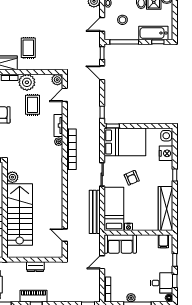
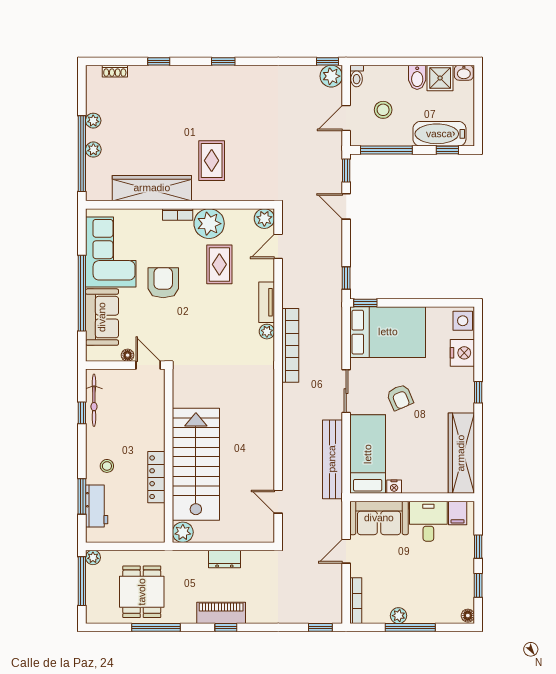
plant: (12, 177) -> (183, 532), moved
desk: (162, 283) -> (428, 521), moved, turned -90

